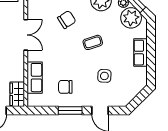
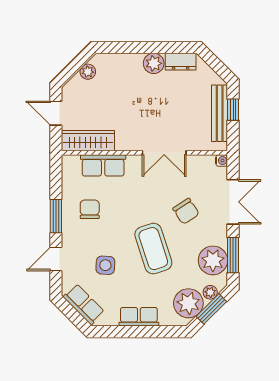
coffee table: (93, 42) -> (153, 249), width x1.86, depth x1.72
row of seats: (132, 91) -> (84, 304), added
wardrobe: (17, 94) -> (88, 141), width x1.50

